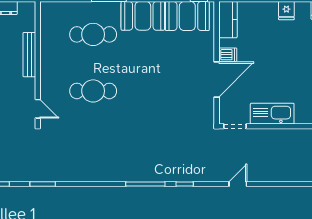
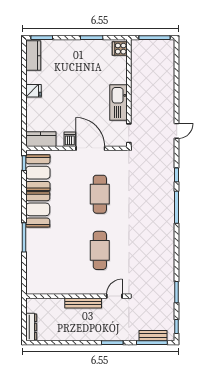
cafe table: (93, 34) -> (100, 194), moved
bench: (29, 55) -> (83, 303), moved
door: (238, 184) -> (177, 131), swing flipped

